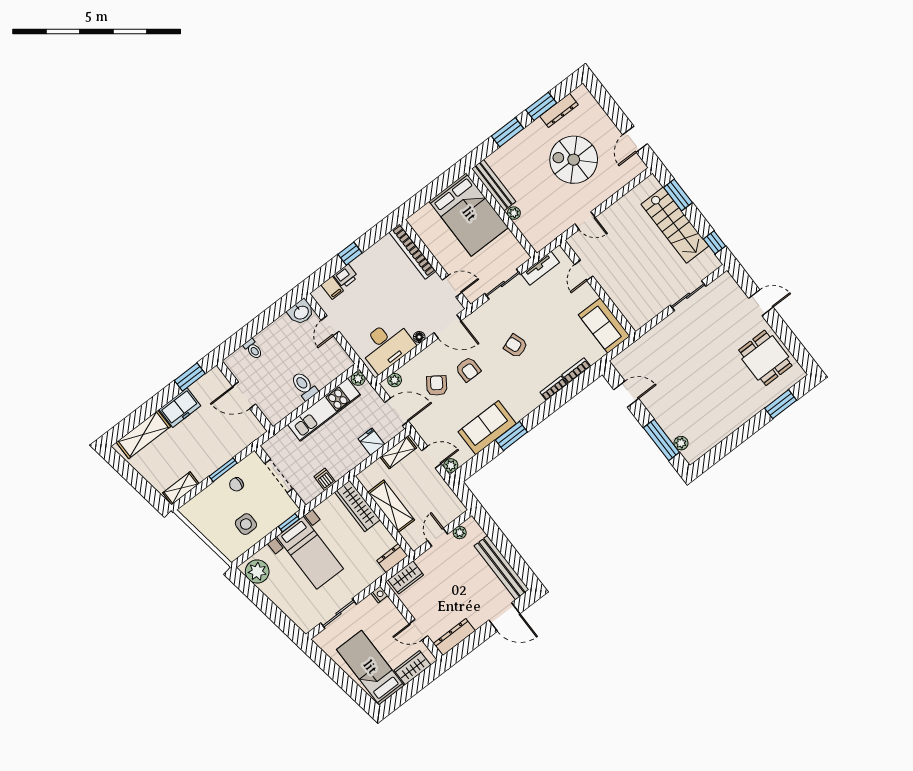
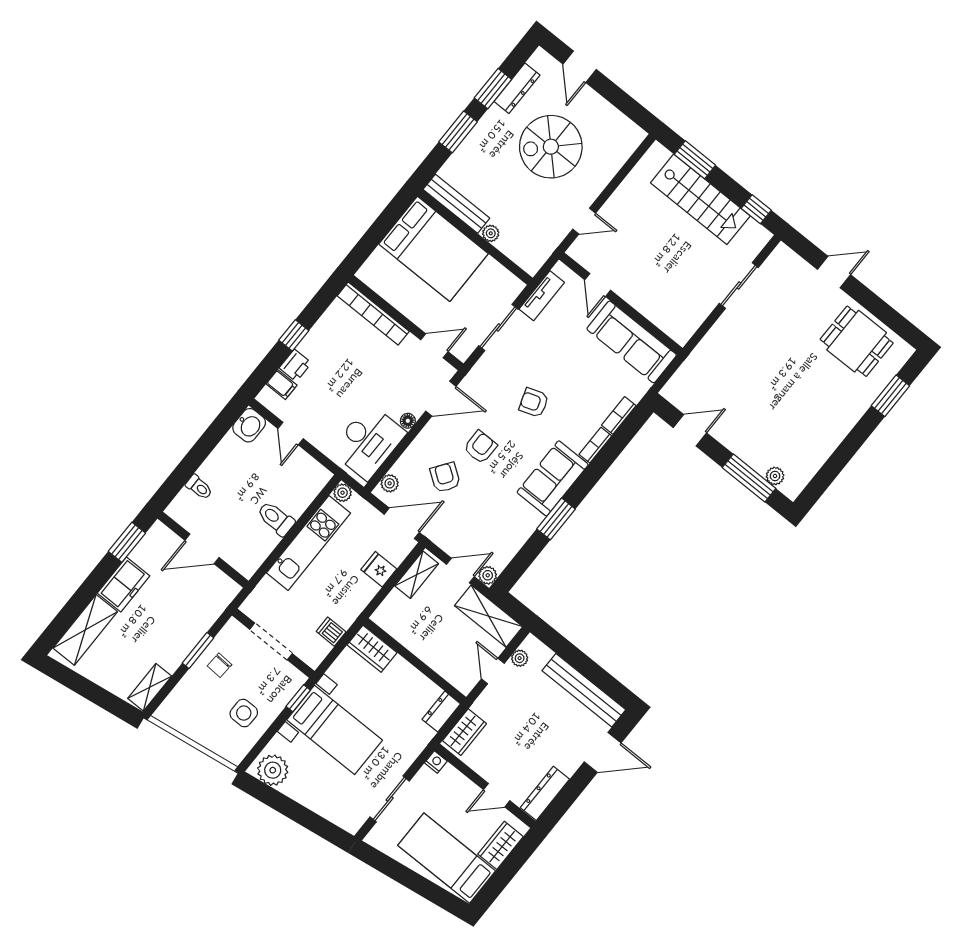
door: (635, 139) -> (580, 67), moved
sofa: (604, 325) -> (632, 342), width x1.36
armchair: (468, 369) -> (480, 447), turned -90
sofa: (487, 428) -> (553, 478), moved
wardrobe: (357, 506) -> (372, 649), width x0.67
shelving: (391, 506) -> (489, 616), moved

